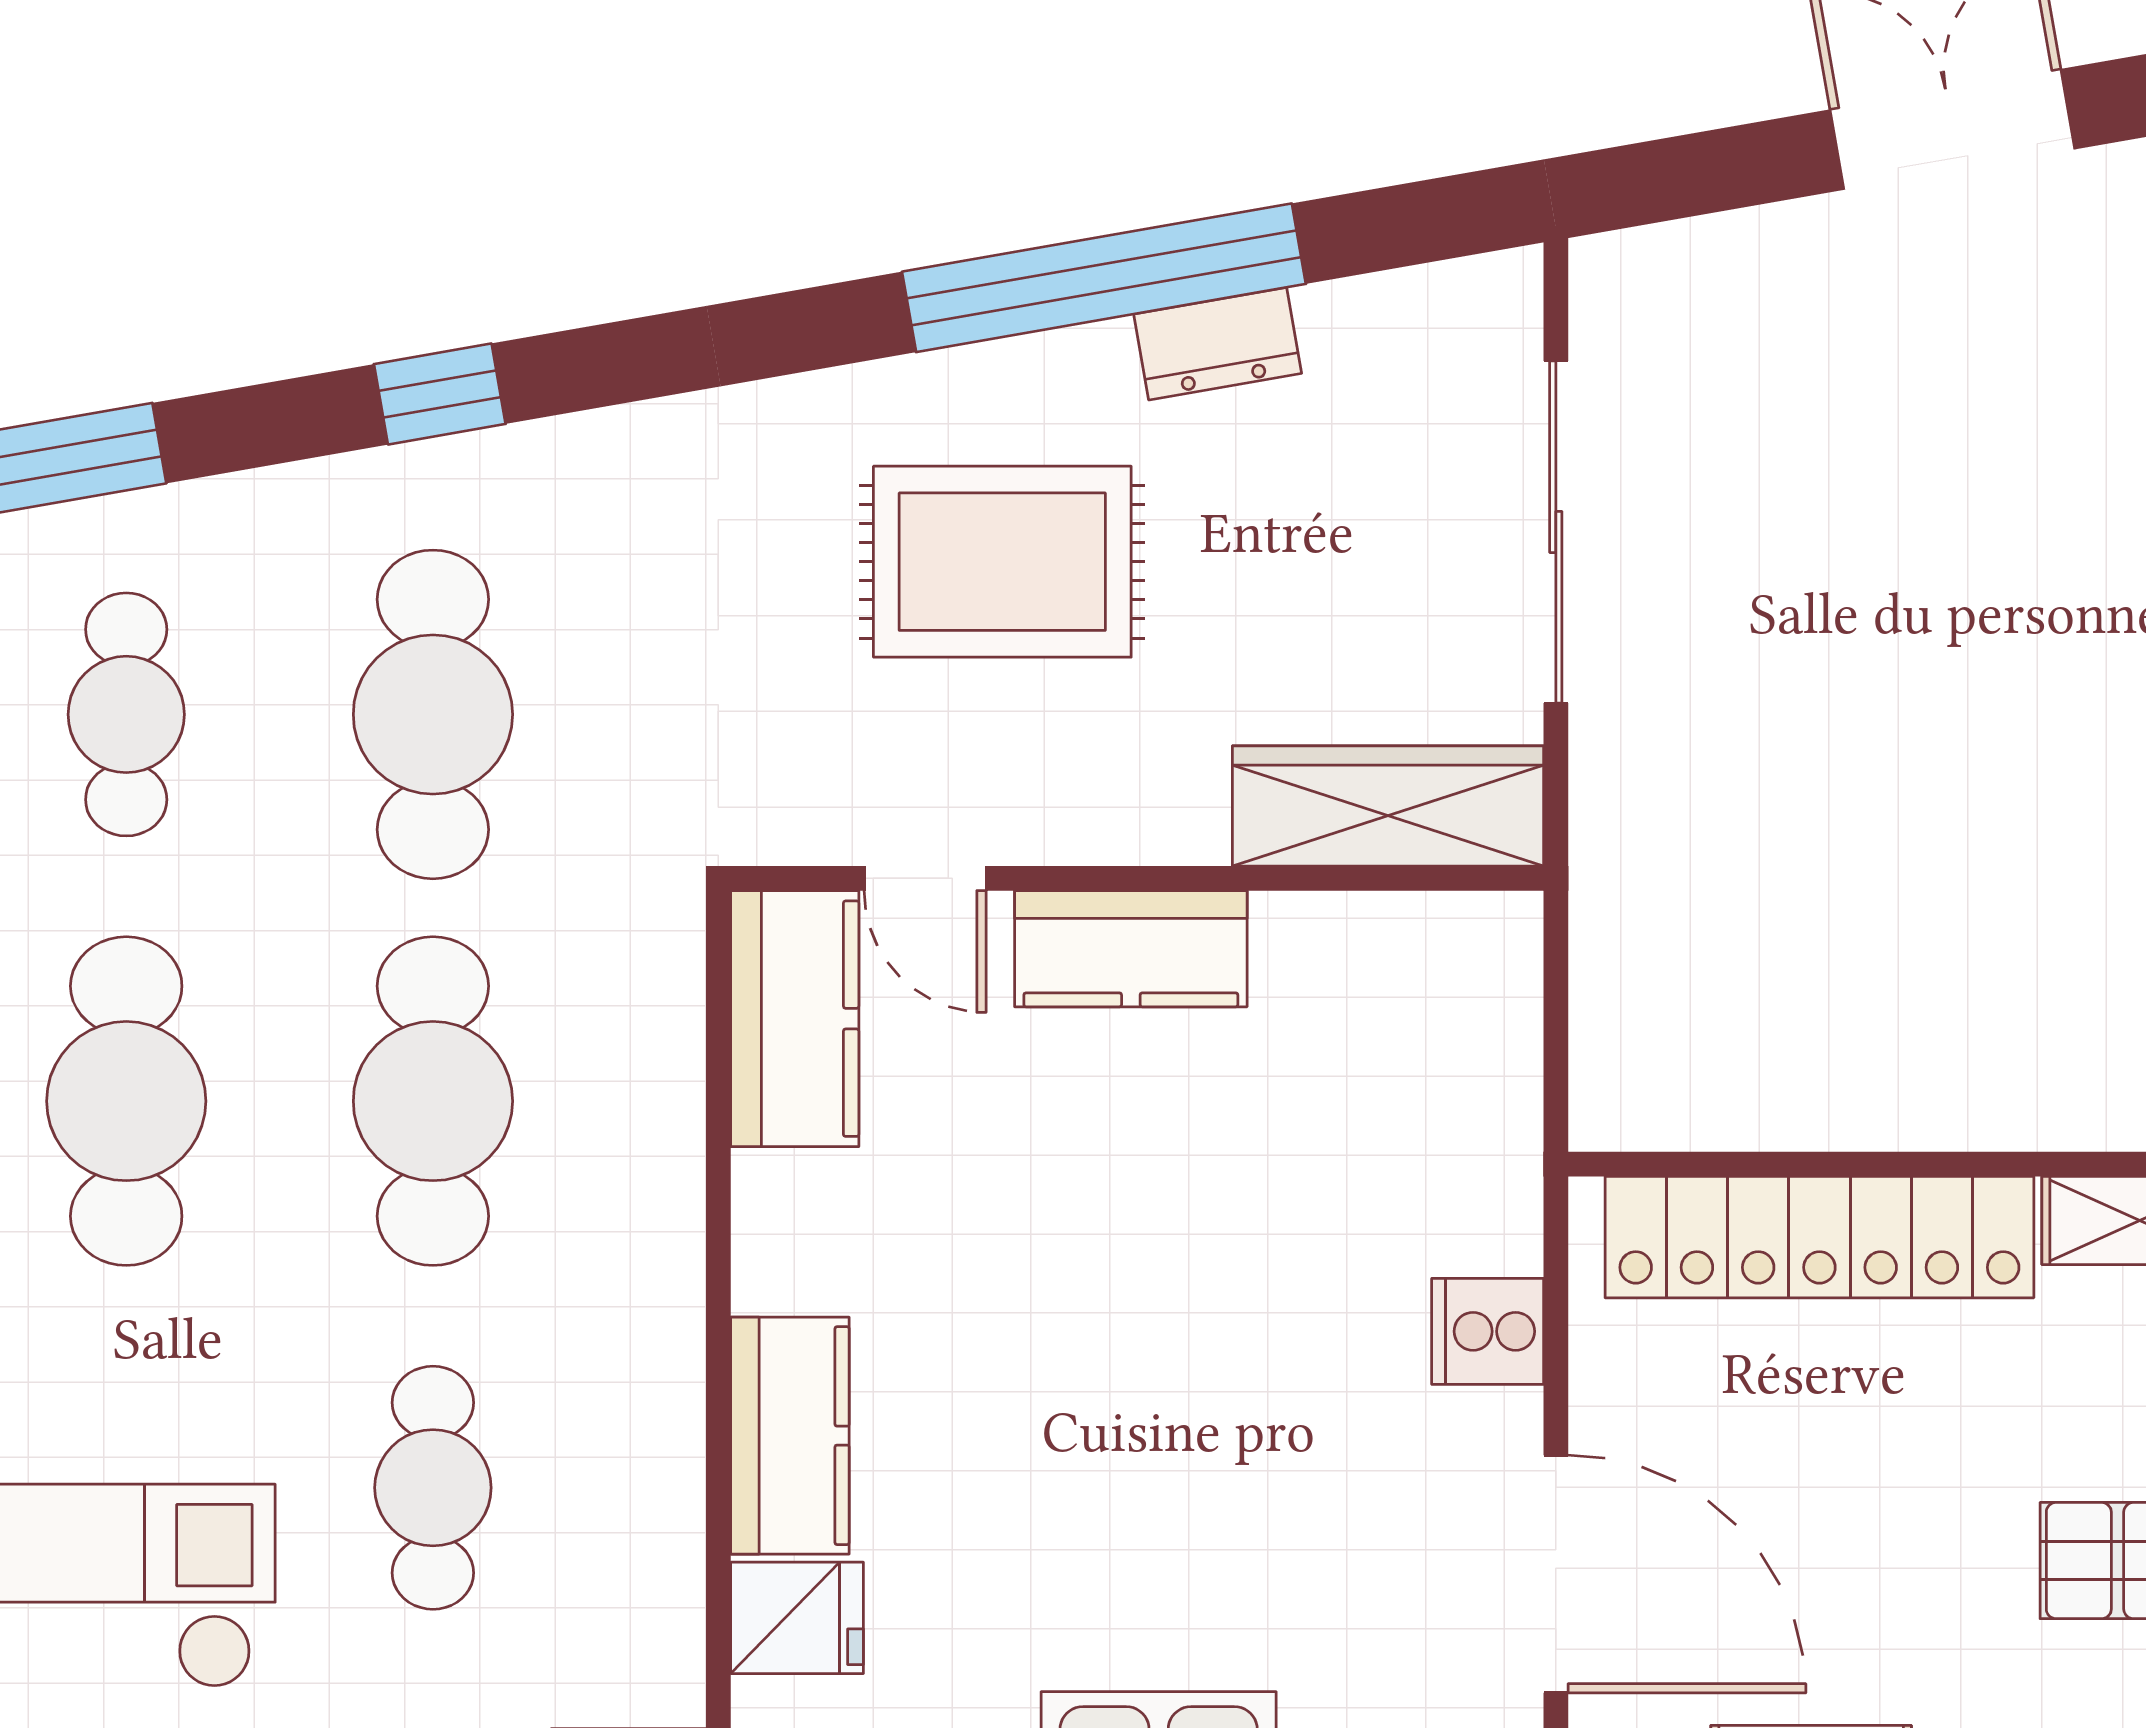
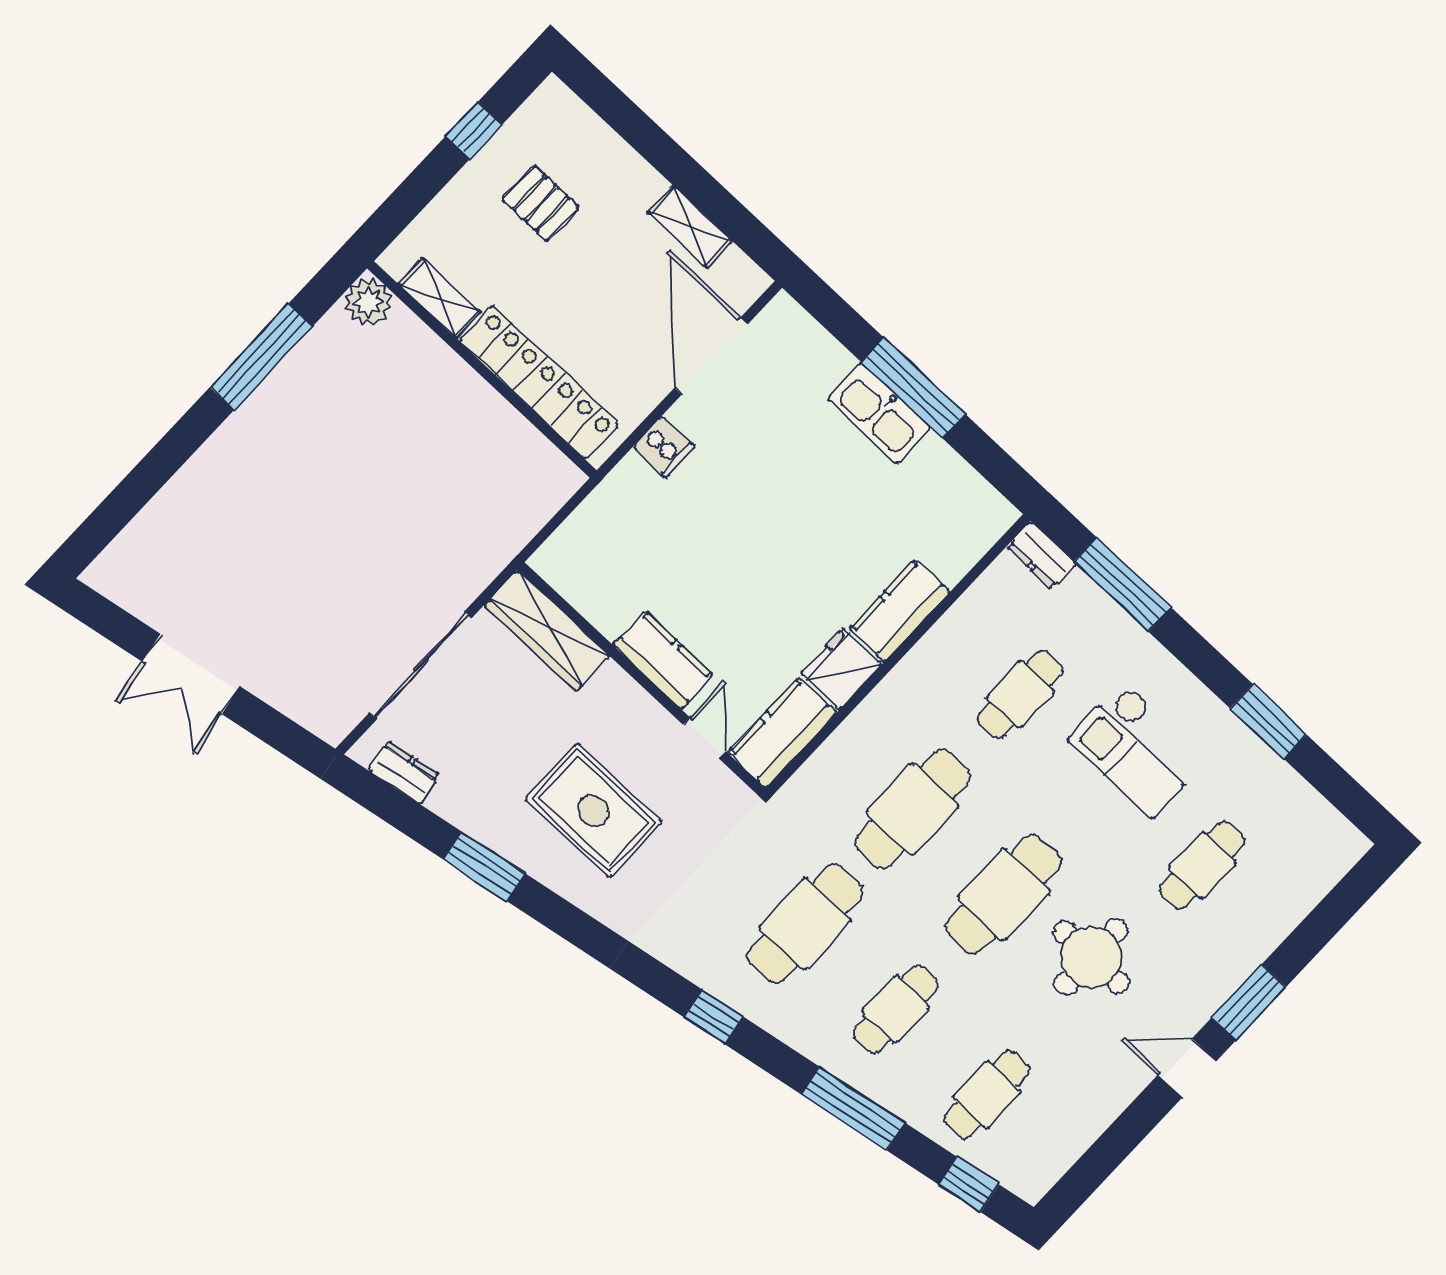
window: (1104, 278) -> (484, 866), width x0.47
dresser: (1218, 344) -> (404, 773), moved
fridge: (797, 1618) -> (841, 669), moved, width x1.38

